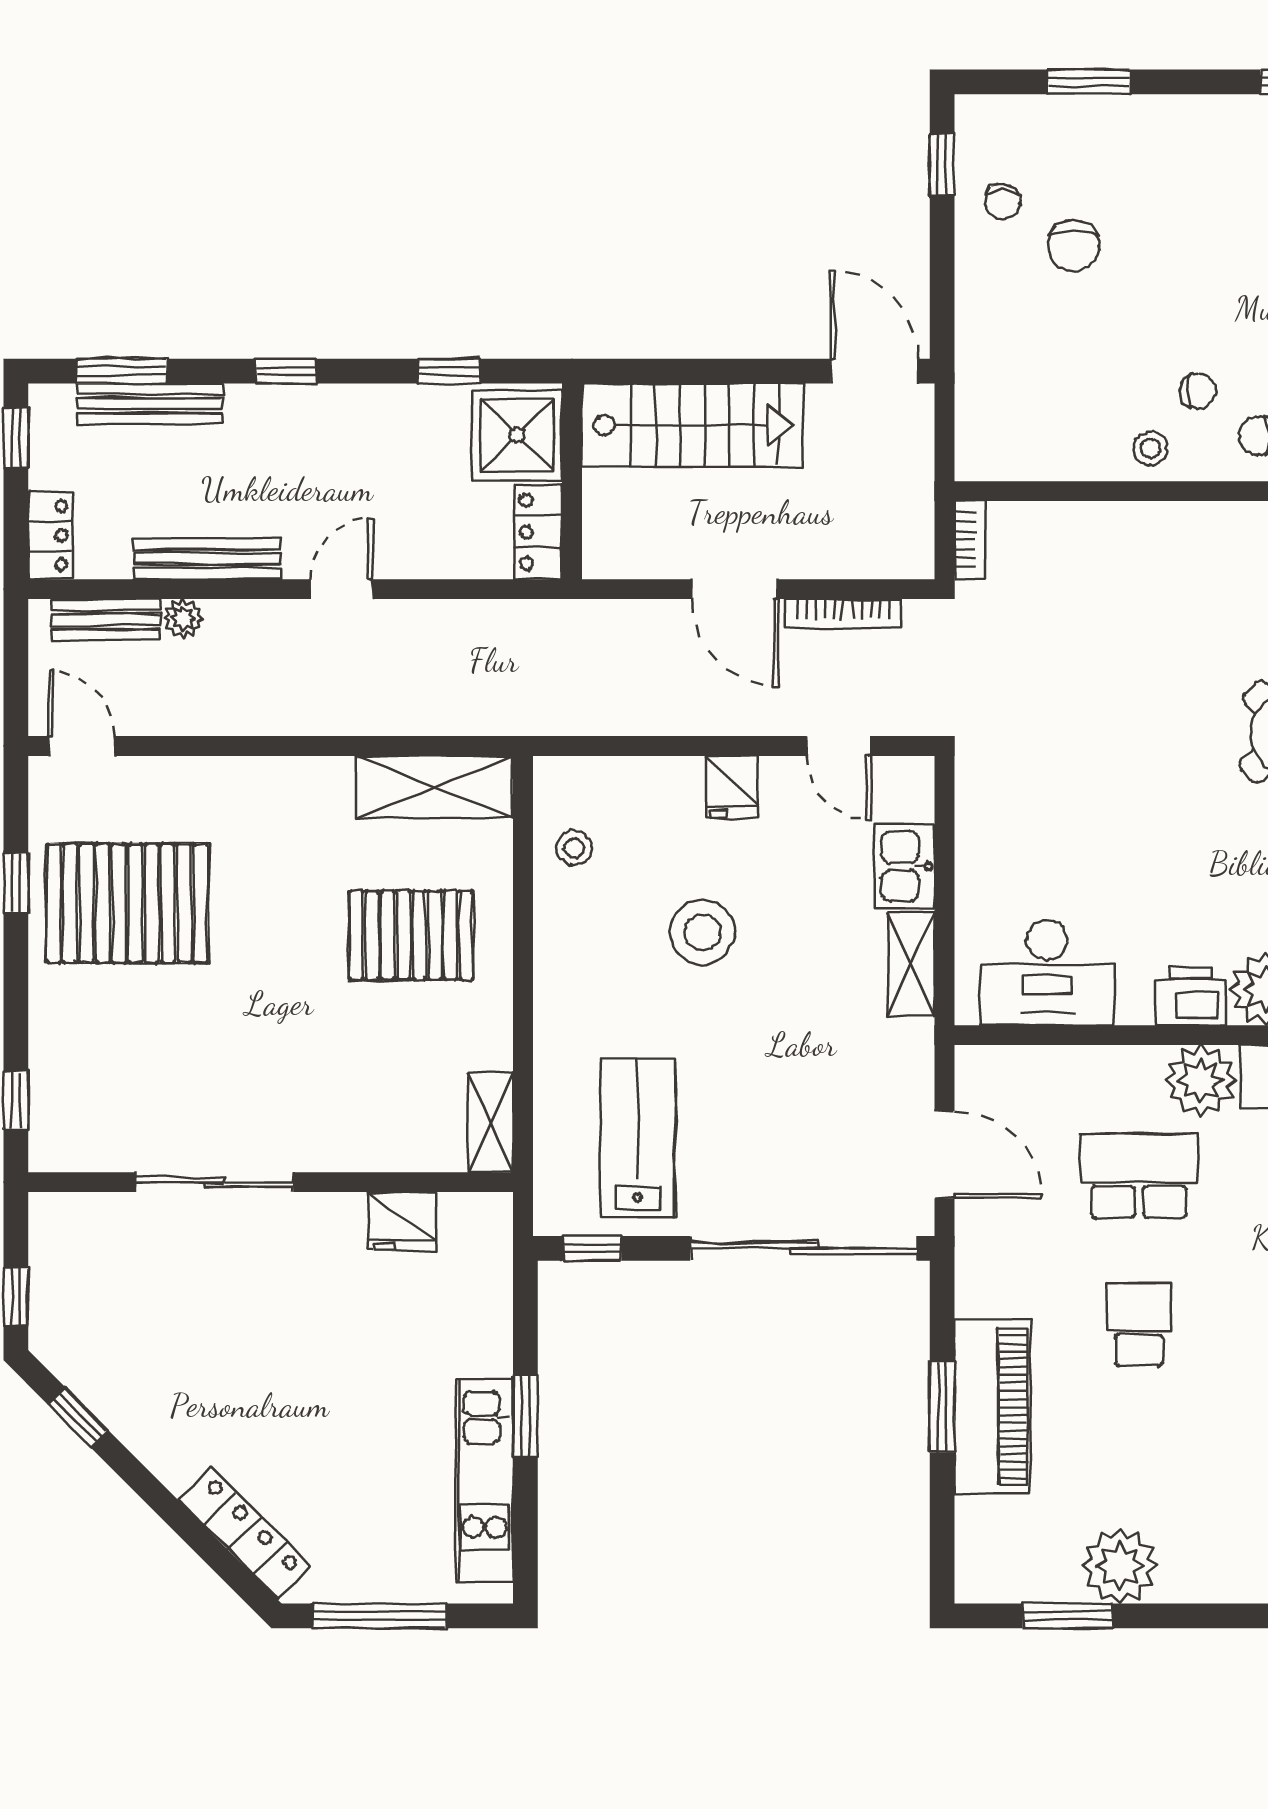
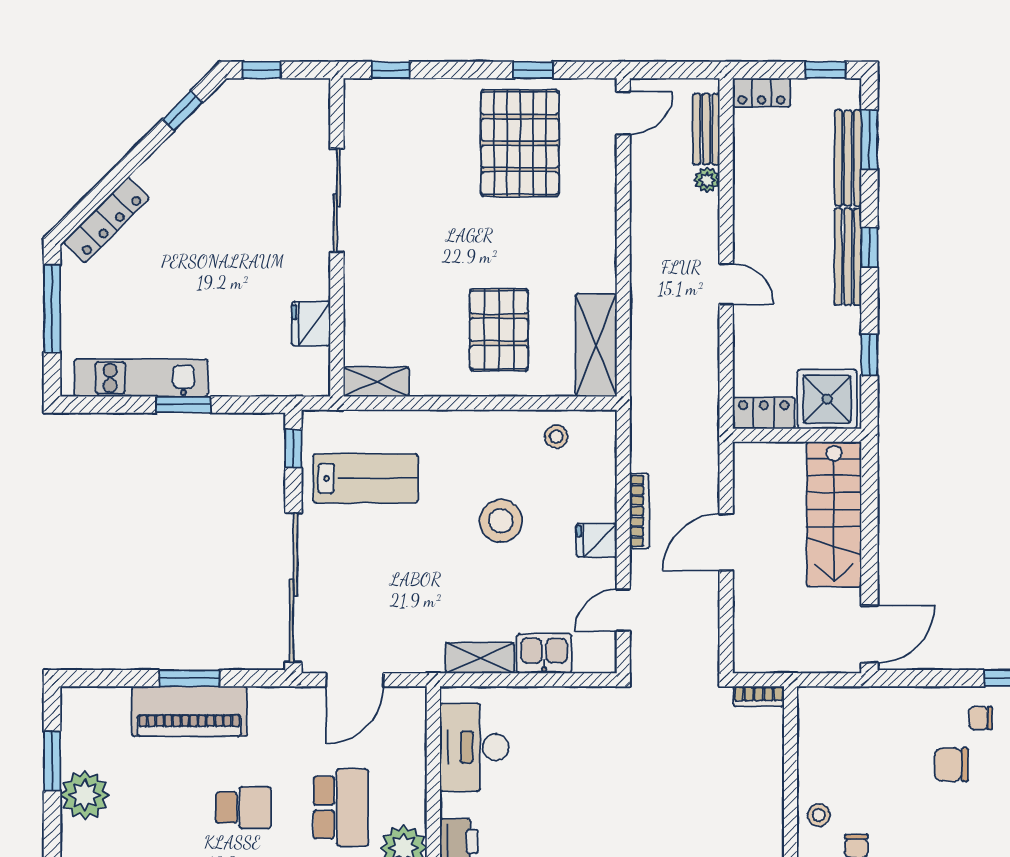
bench: (207, 559) -> (848, 257), moved
bookcase: (843, 614) -> (639, 511), moved, turned 180

